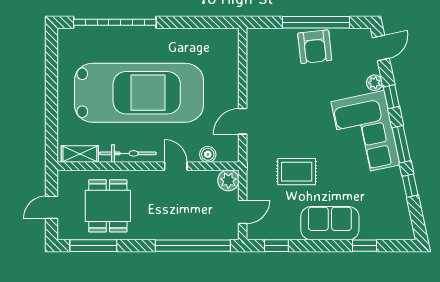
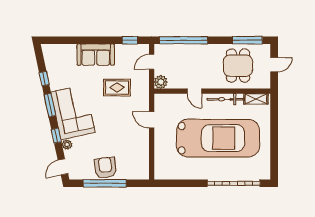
car: (139, 93) -> (218, 138), turned 180
door: (243, 121) -> (152, 120), swing flipped
boiler: (208, 154) -> (174, 99), removed
window: (365, 246) -> (73, 40), removed

